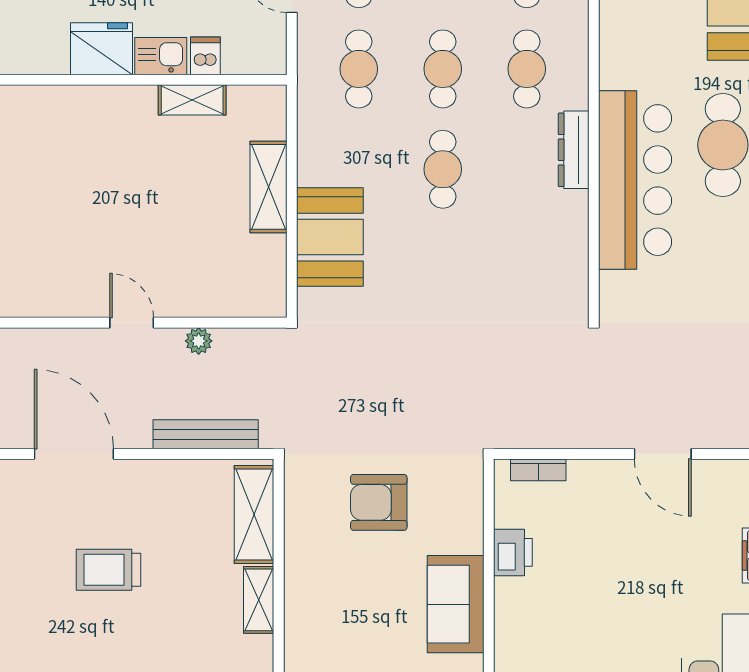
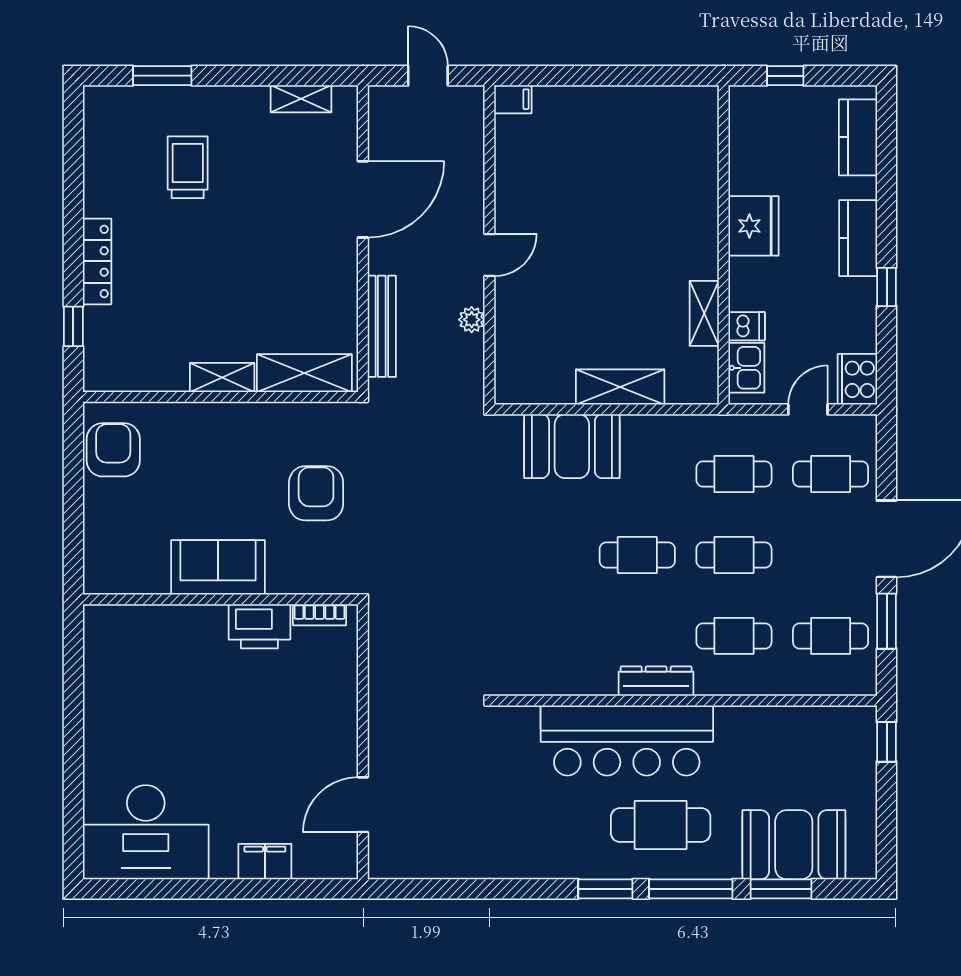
kitchen sink: (161, 56) -> (746, 368), moved
door: (663, 454) -> (363, 805), moved
bookcase: (538, 470) -> (319, 615), moved, turned -90
printer: (513, 552) -> (259, 626), width x1.37, depth x1.19
trolley: (109, 570) -> (188, 167), moved

